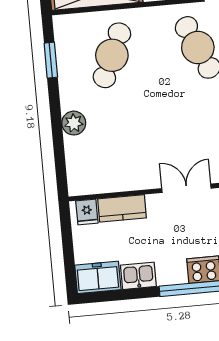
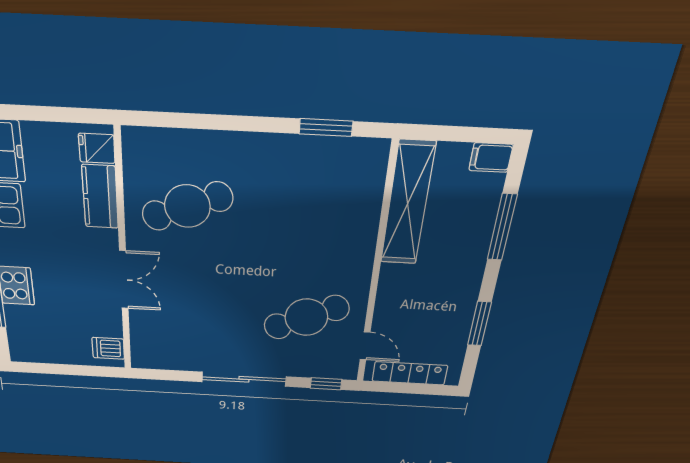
cafe table: (112, 55) -> (187, 206), moved, turned -45
plant: (74, 123) -> (228, 148), removed

